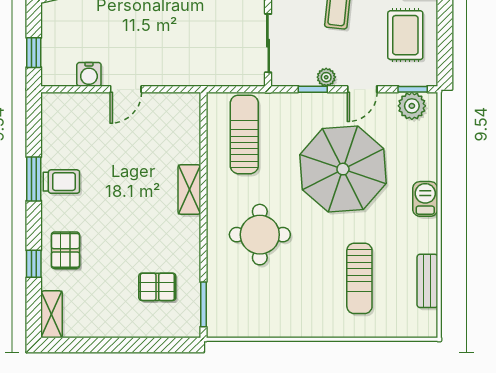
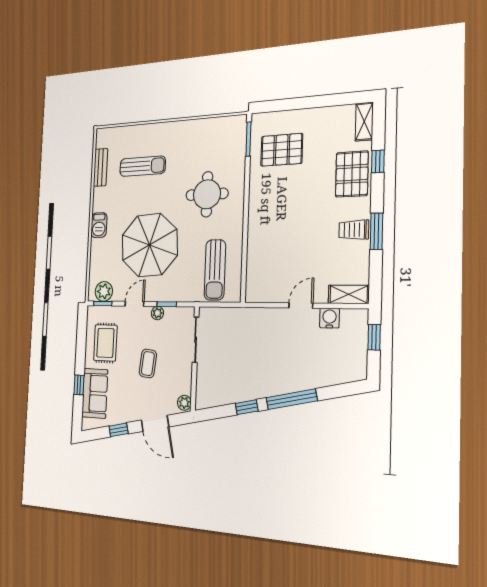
shelving: (189, 190) -> (349, 294), moved, turned 90
pallet: (65, 250) -> (352, 174), width x1.50, depth x1.42
sun lounger: (359, 278) -> (143, 166), turned 90
pallet: (157, 287) -> (282, 150), width x1.50, depth x1.42

